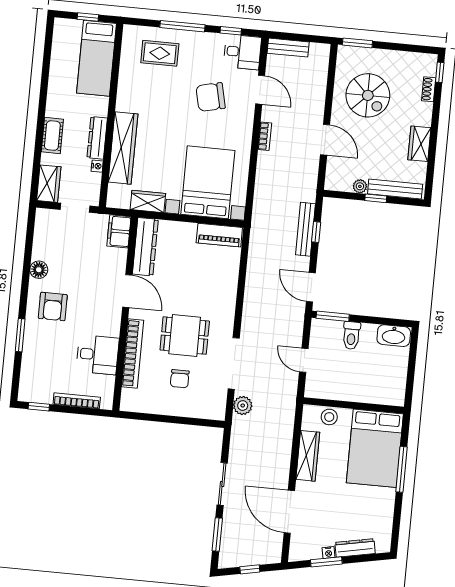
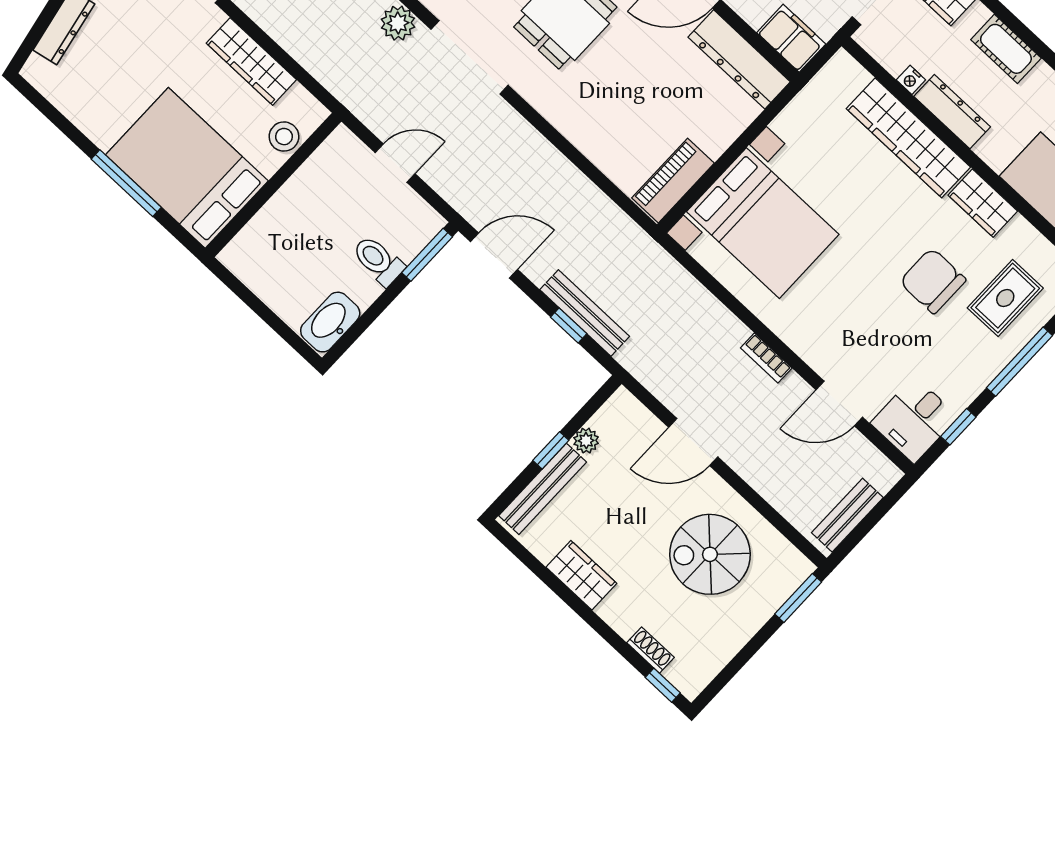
bench: (288, 48) -> (847, 515), moved
chair: (211, 97) -> (933, 281), moved, turned -77
wardrobe: (148, 201) -> (983, 203), moved, turned 90

